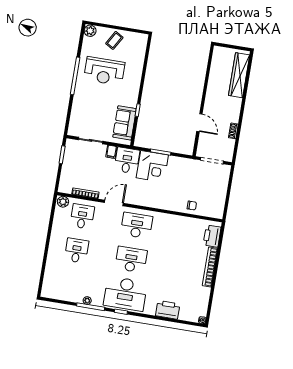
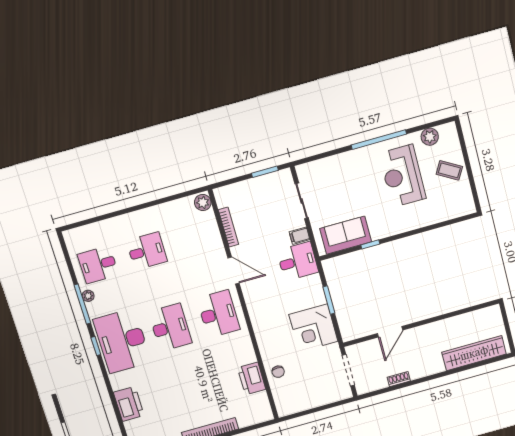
plant: (90, 31) -> (430, 137), moved
corner desk: (152, 166) -> (313, 328), moved
desk: (82, 216) -> (98, 265), moved, turned 180
printer: (212, 236) -> (252, 378), moved, turned -90

